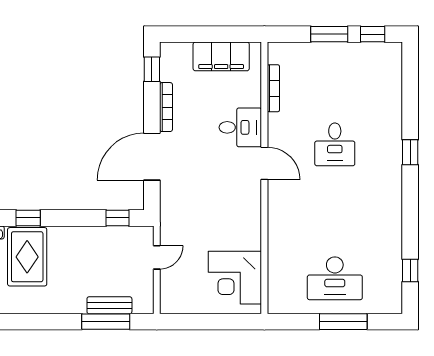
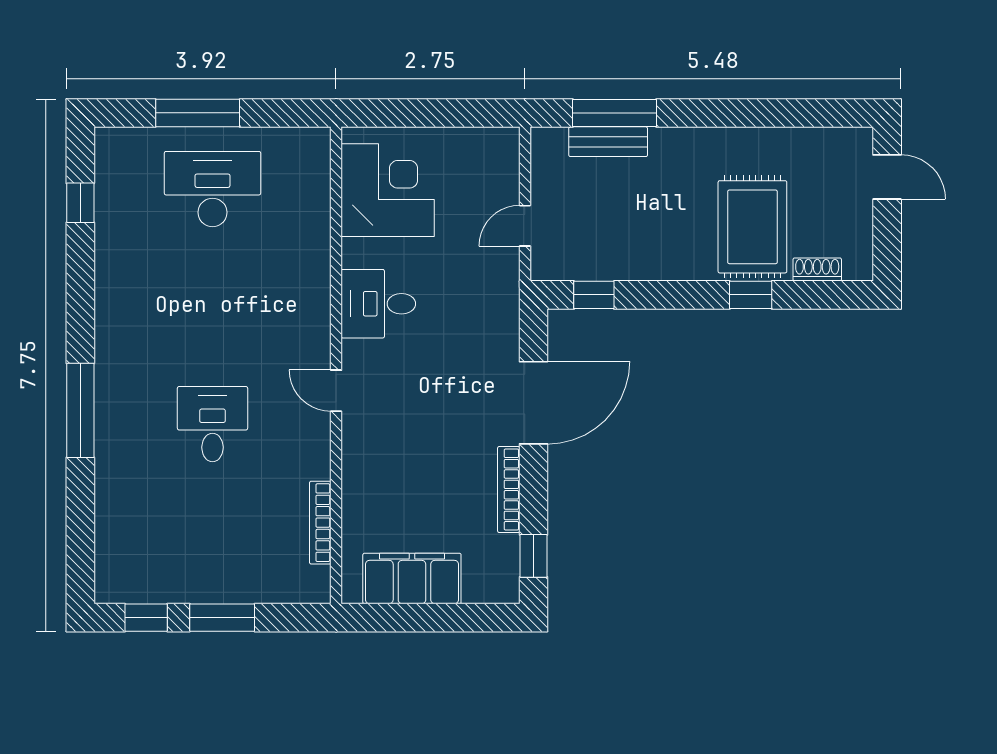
desk: (240, 127) -> (378, 304), moved
window: (410, 152) -> (80, 410), width x2.17
door: (264, 163) -> (336, 391), width x0.73

